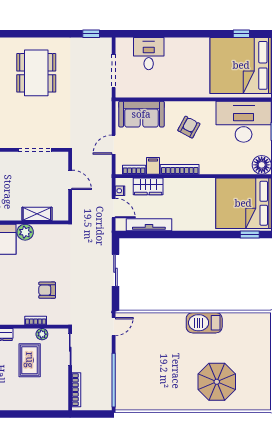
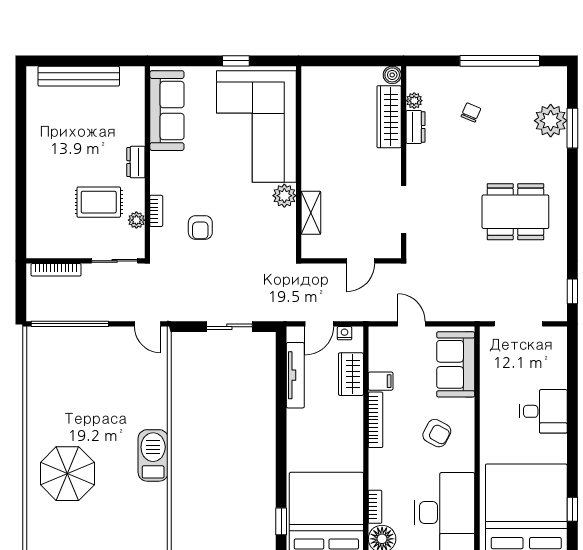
desk: (149, 54) -> (543, 411), moved
bookcase: (134, 170) -> (375, 507), moved
armchair: (47, 290) -> (200, 228), turned 180

